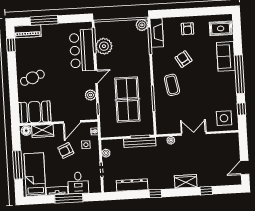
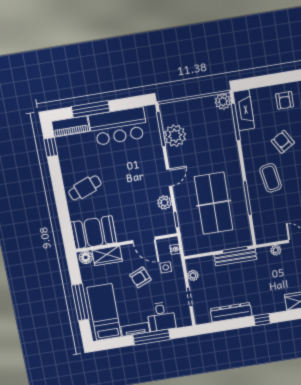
bar counter: (82, 50) -> (118, 126), moved, turned -90
door: (72, 122) -> (144, 240), hinge flipped

